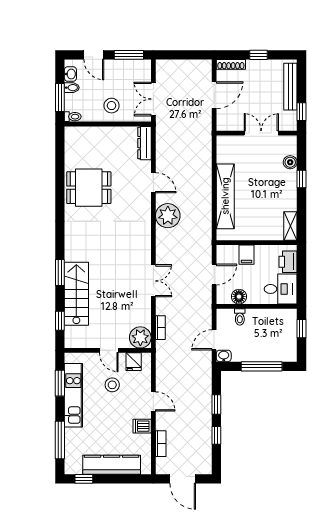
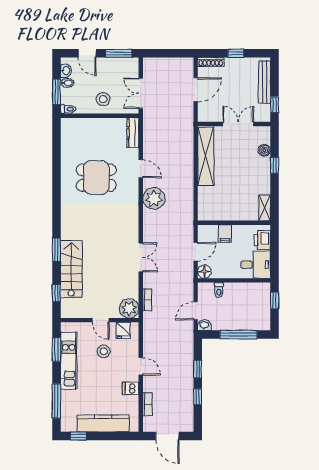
dining table: (89, 188) -> (96, 178), moved
shelving: (225, 196) -> (206, 156), moved
floor lamp: (239, 297) -> (204, 272), moved

